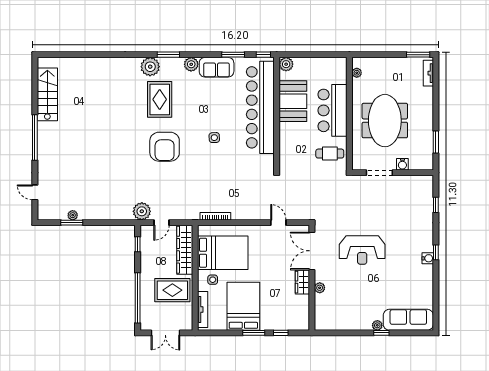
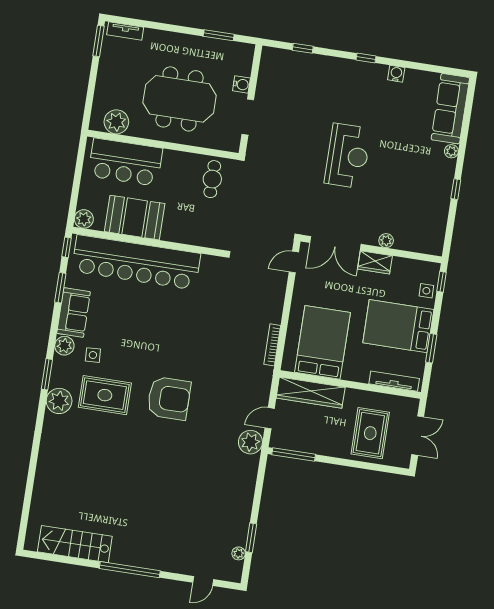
plant: (357, 73) -> (116, 122), width x1.88, depth x1.88
bar counter: (332, 110) -> (125, 162), moved
side table: (214, 138) -> (93, 355), moved
plant: (73, 215) -> (239, 553), moved
door: (161, 223) -> (270, 418), swing flipped
window: (138, 244) -> (294, 454), width x2.17
double door: (312, 251) -> (335, 243), moved
water cooler: (428, 258) -> (396, 74), moved
wall: (312, 278) -> (371, 249), moved
side table: (213, 280) -> (426, 291), moved
wardrobe: (302, 282) -> (375, 262), moved
plant: (320, 288) -> (386, 241), moved
rug: (172, 290) -> (370, 433), moved
window: (138, 298) -> (365, 466), removed
window: (254, 333) -> (431, 348), moved
window: (381, 333) -> (456, 189), moved

